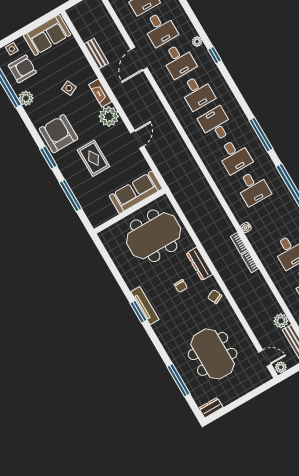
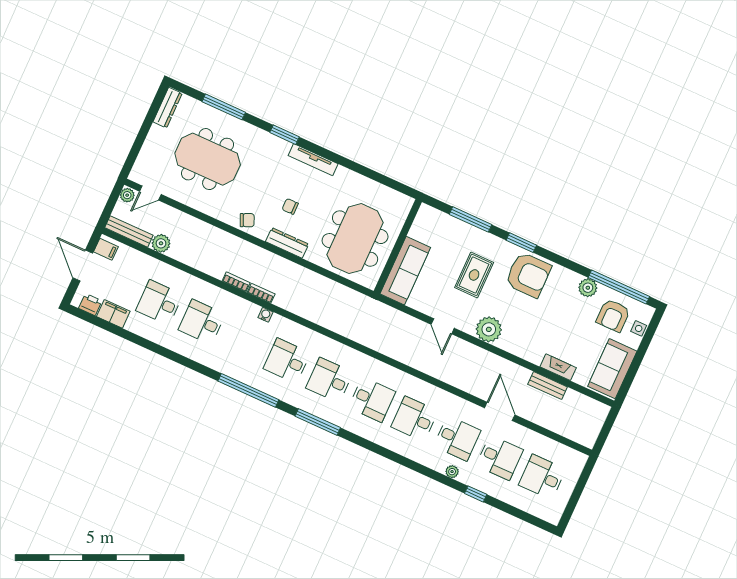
desk: (160, 29) -> (500, 458), turned 180
window: (215, 55) -> (476, 494), moved
desk: (179, 61) -> (457, 438), turned 180
side table: (69, 88) -> (551, 330), removed
fireplace: (100, 93) -> (558, 367), moved
rug: (94, 158) -> (474, 275), turned 90
window: (138, 312) -> (284, 135), moved
dresser: (211, 408) -> (168, 108), width x1.44

